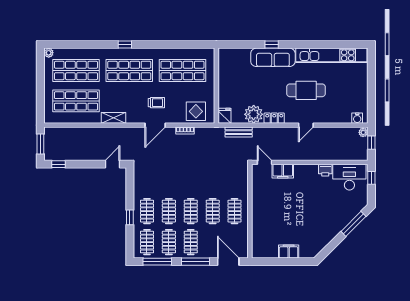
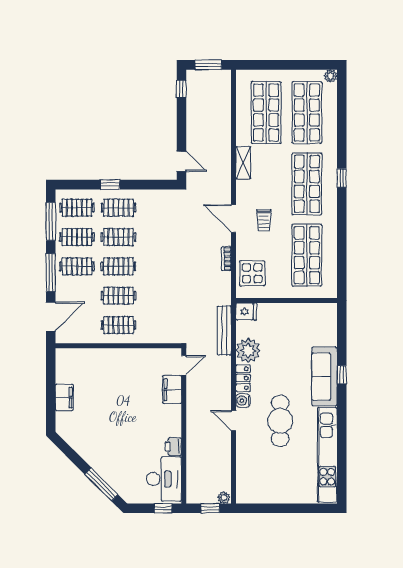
water cooler: (357, 118) -> (243, 401), moved
bench: (239, 132) -> (224, 331), width x1.36

